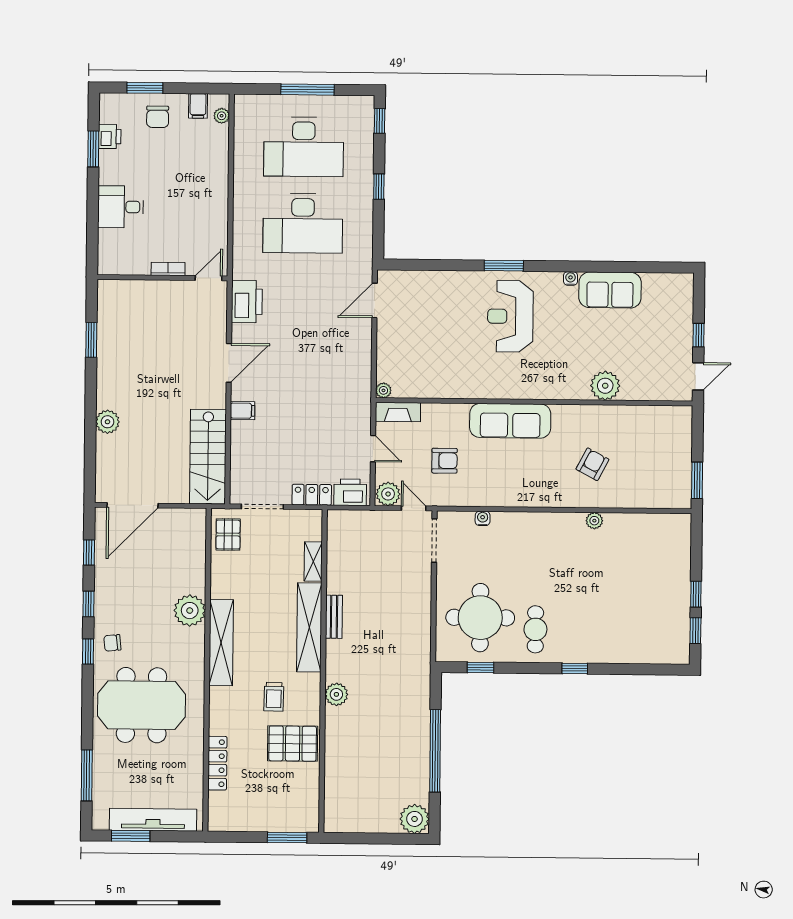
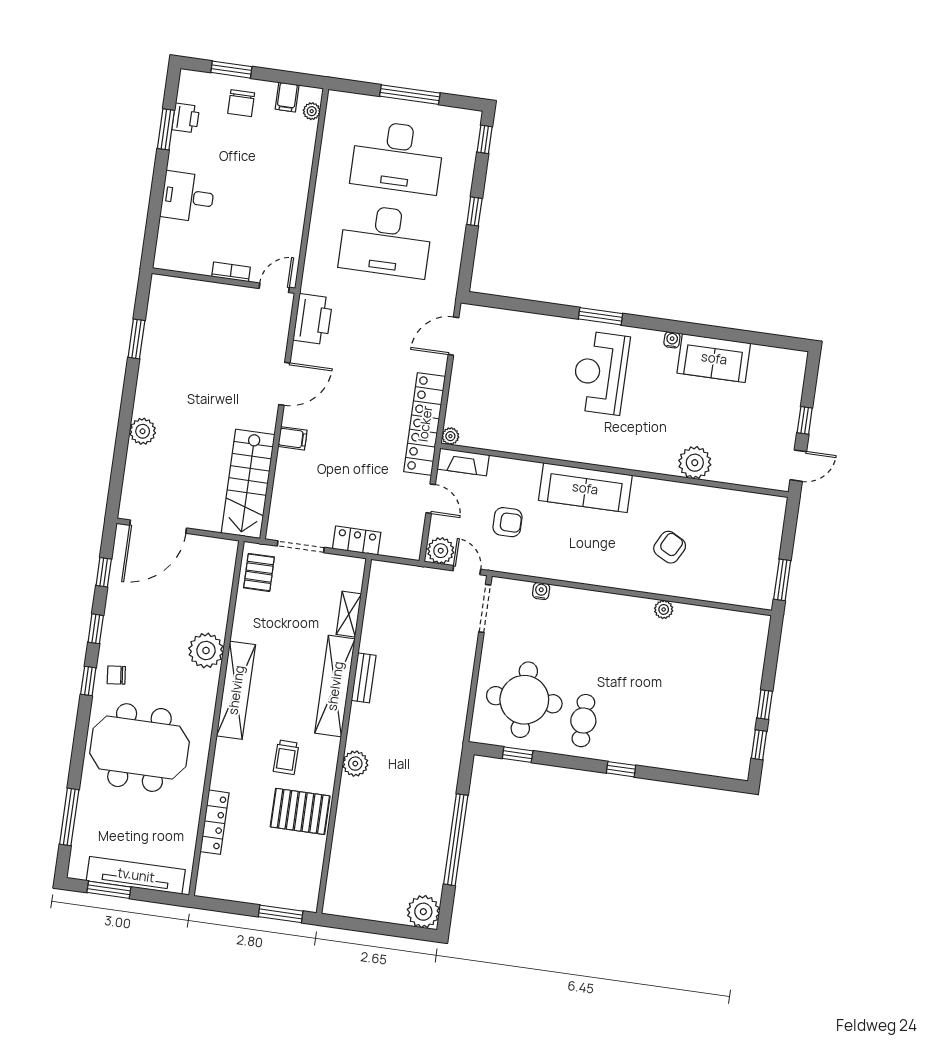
locker: (359, 383) -> (425, 424), added
printer: (350, 492) -> (399, 543), removed

